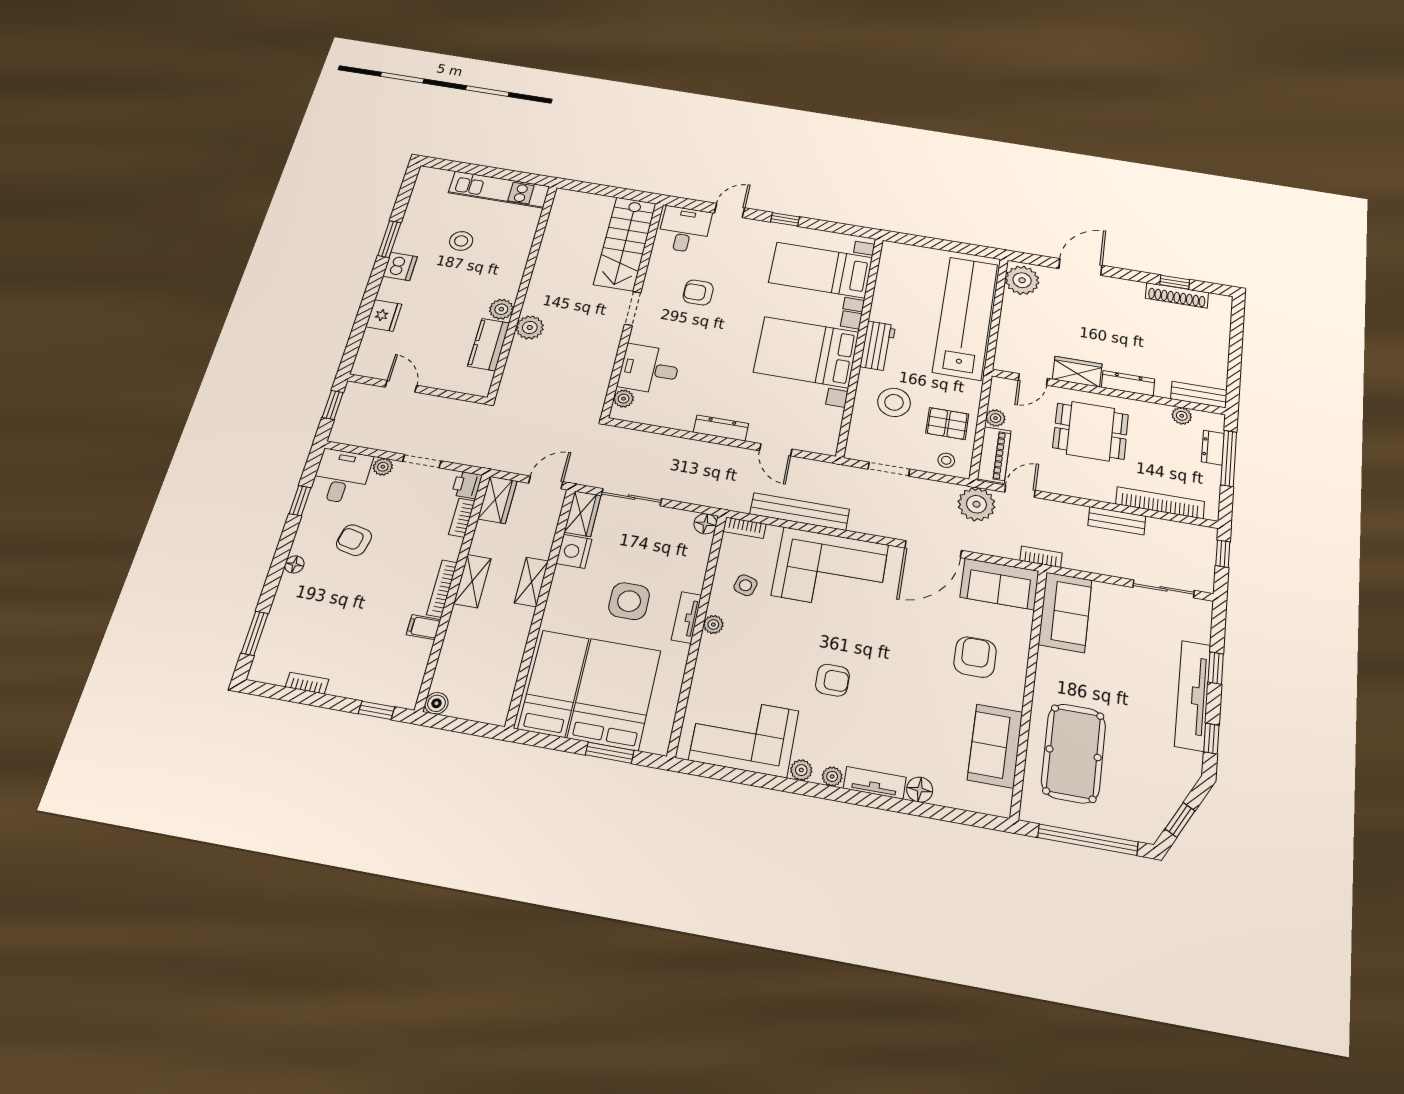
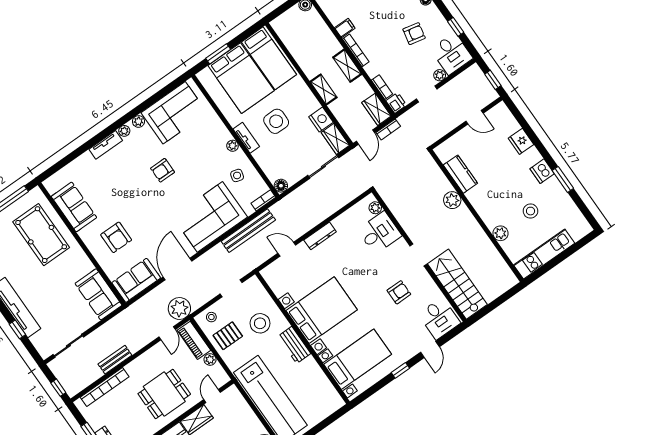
plant: (501, 309) -> (500, 233), moved
bookcase: (1041, 557) -> (388, 129), moved
floor lamp: (920, 790) -> (86, 159), removed

